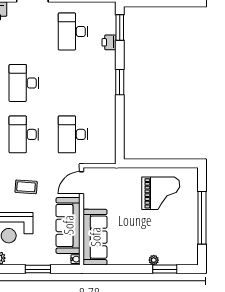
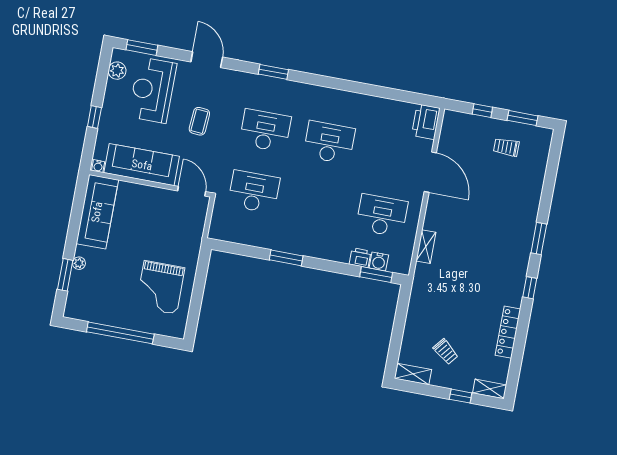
water cooler: (109, 27) -> (379, 261), added
window: (120, 82) -> (286, 258), moved
sofa: (95, 237) -> (97, 212), moved, turned -90
window: (38, 269) -> (94, 117), width x0.67

